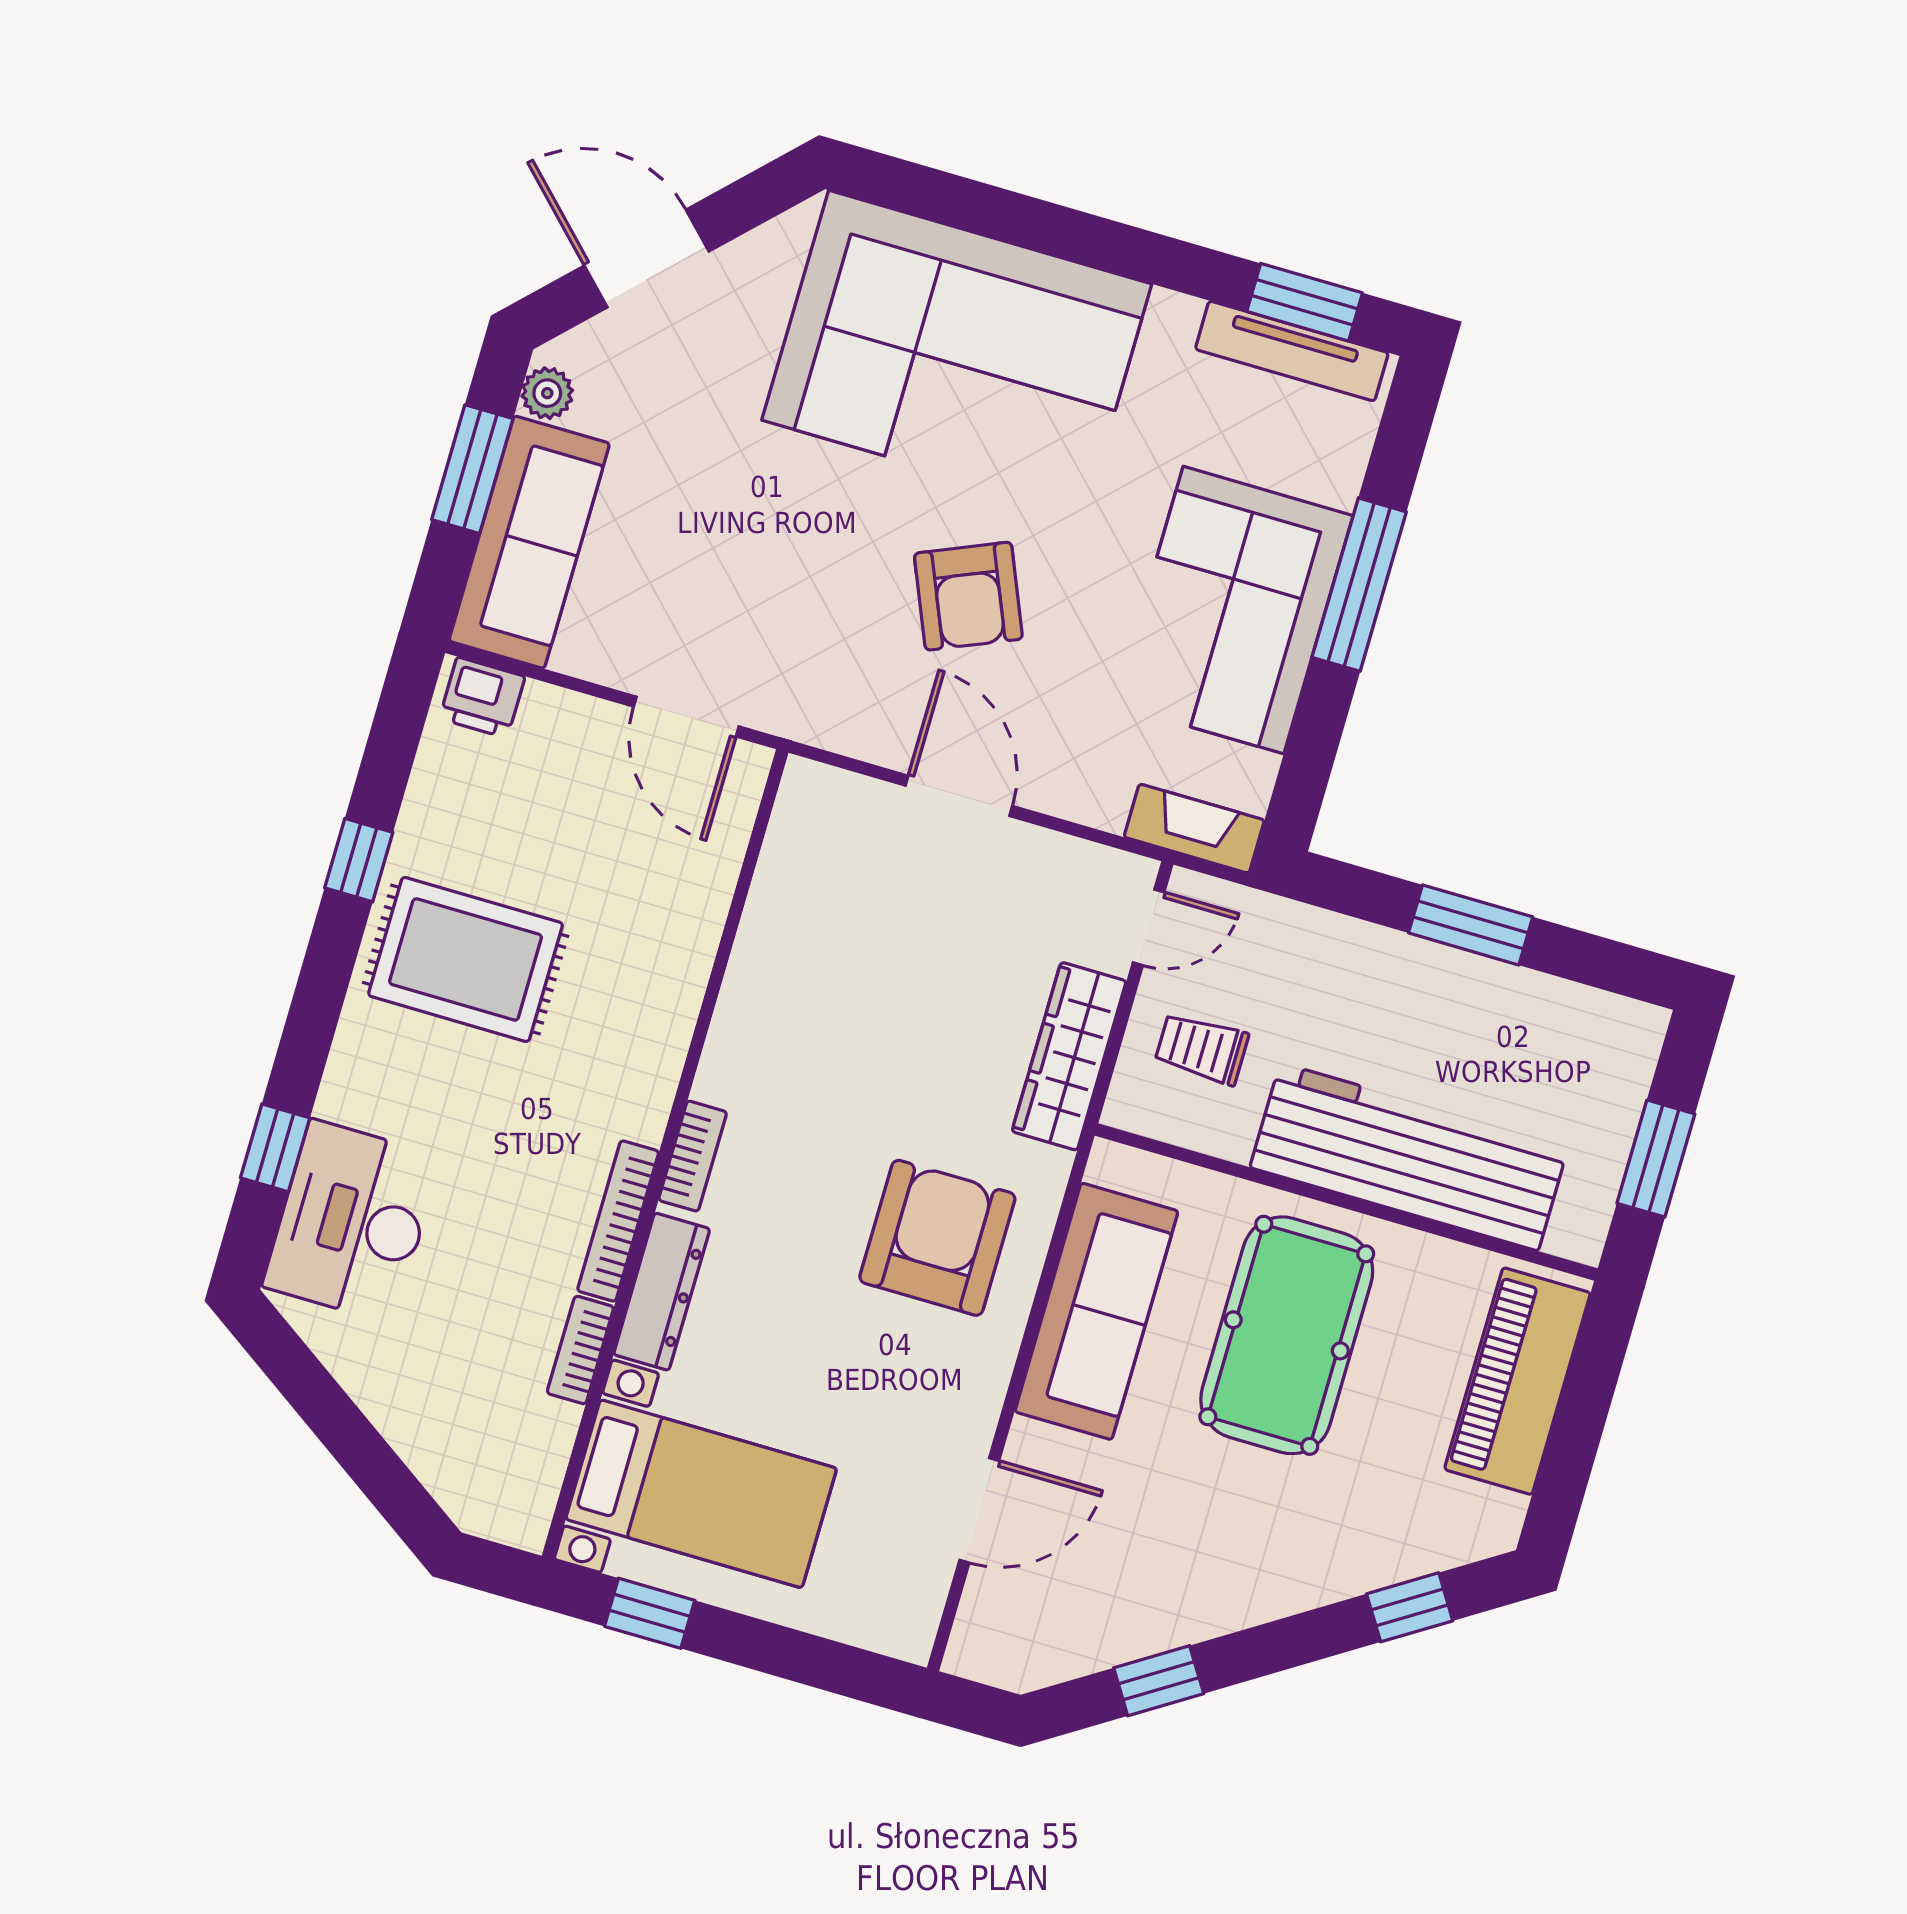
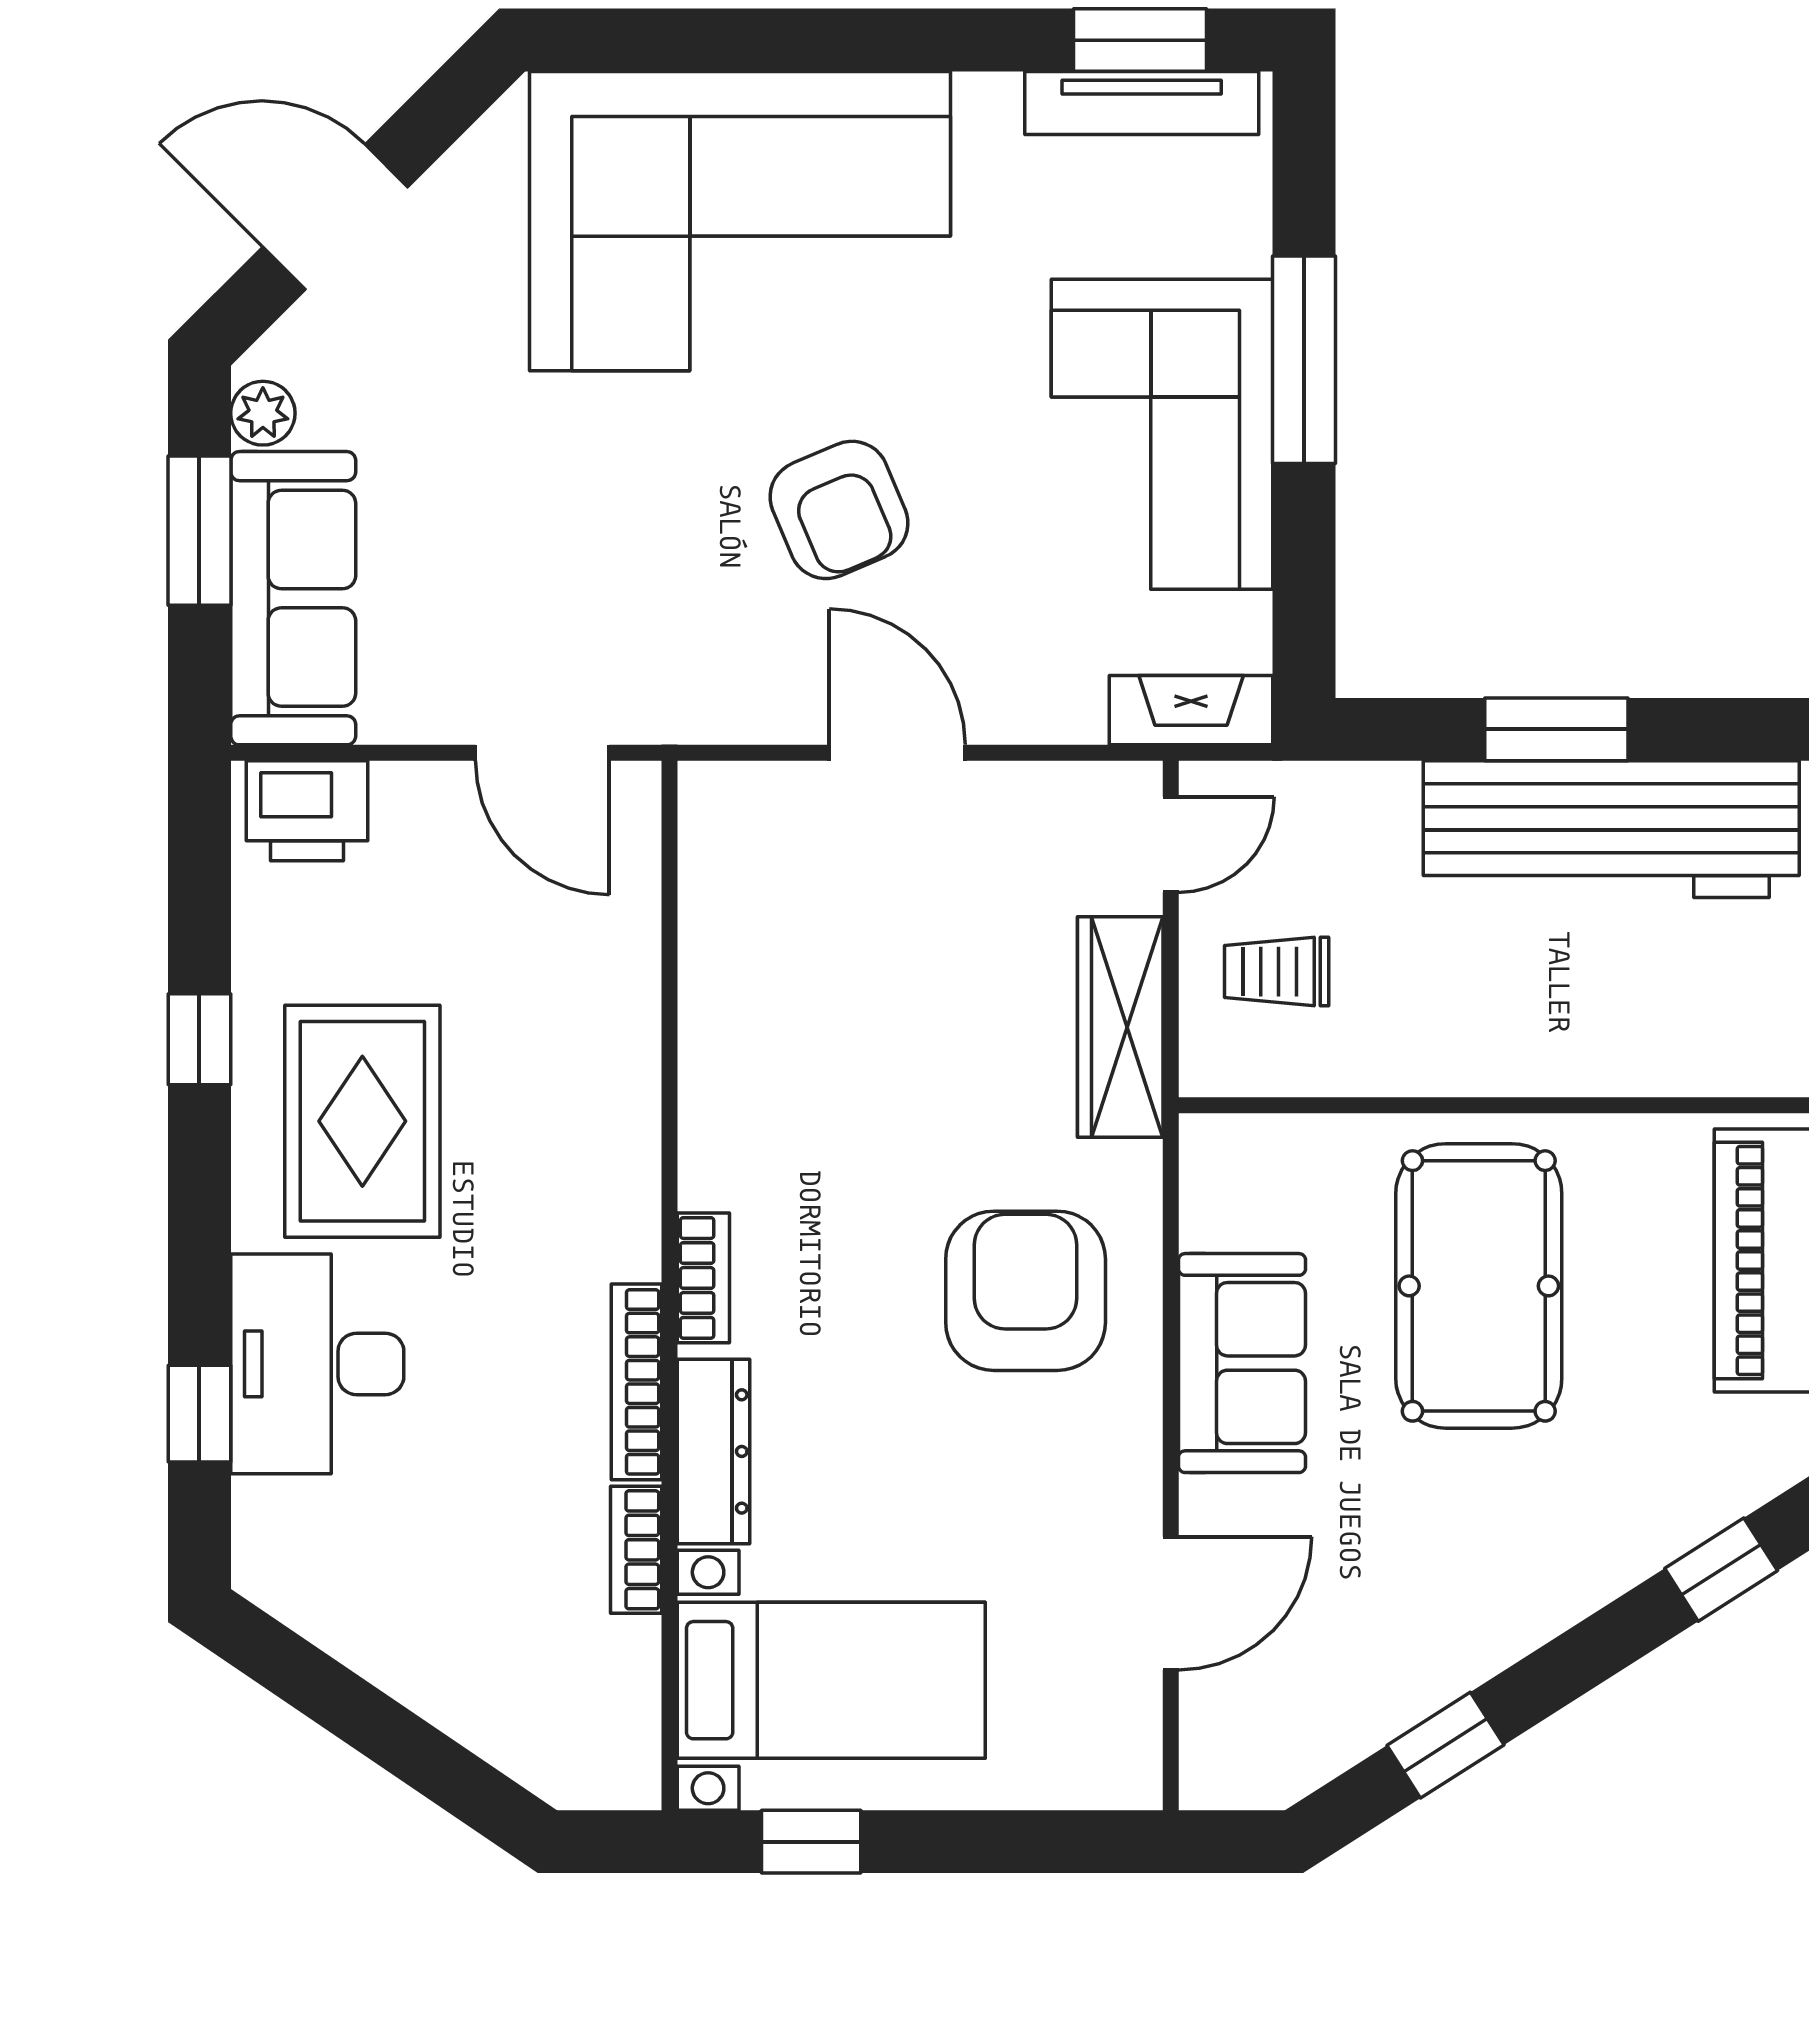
printer: (482, 697) -> (307, 811), width x1.36, depth x1.24
rug: (466, 959) -> (362, 1121), turned 90
workbench: (1409, 1157) -> (1611, 829), moved, turned 180
desk: (352, 1221) -> (317, 1364), moved
sofa: (1096, 1311) -> (1242, 1363), width x0.73

